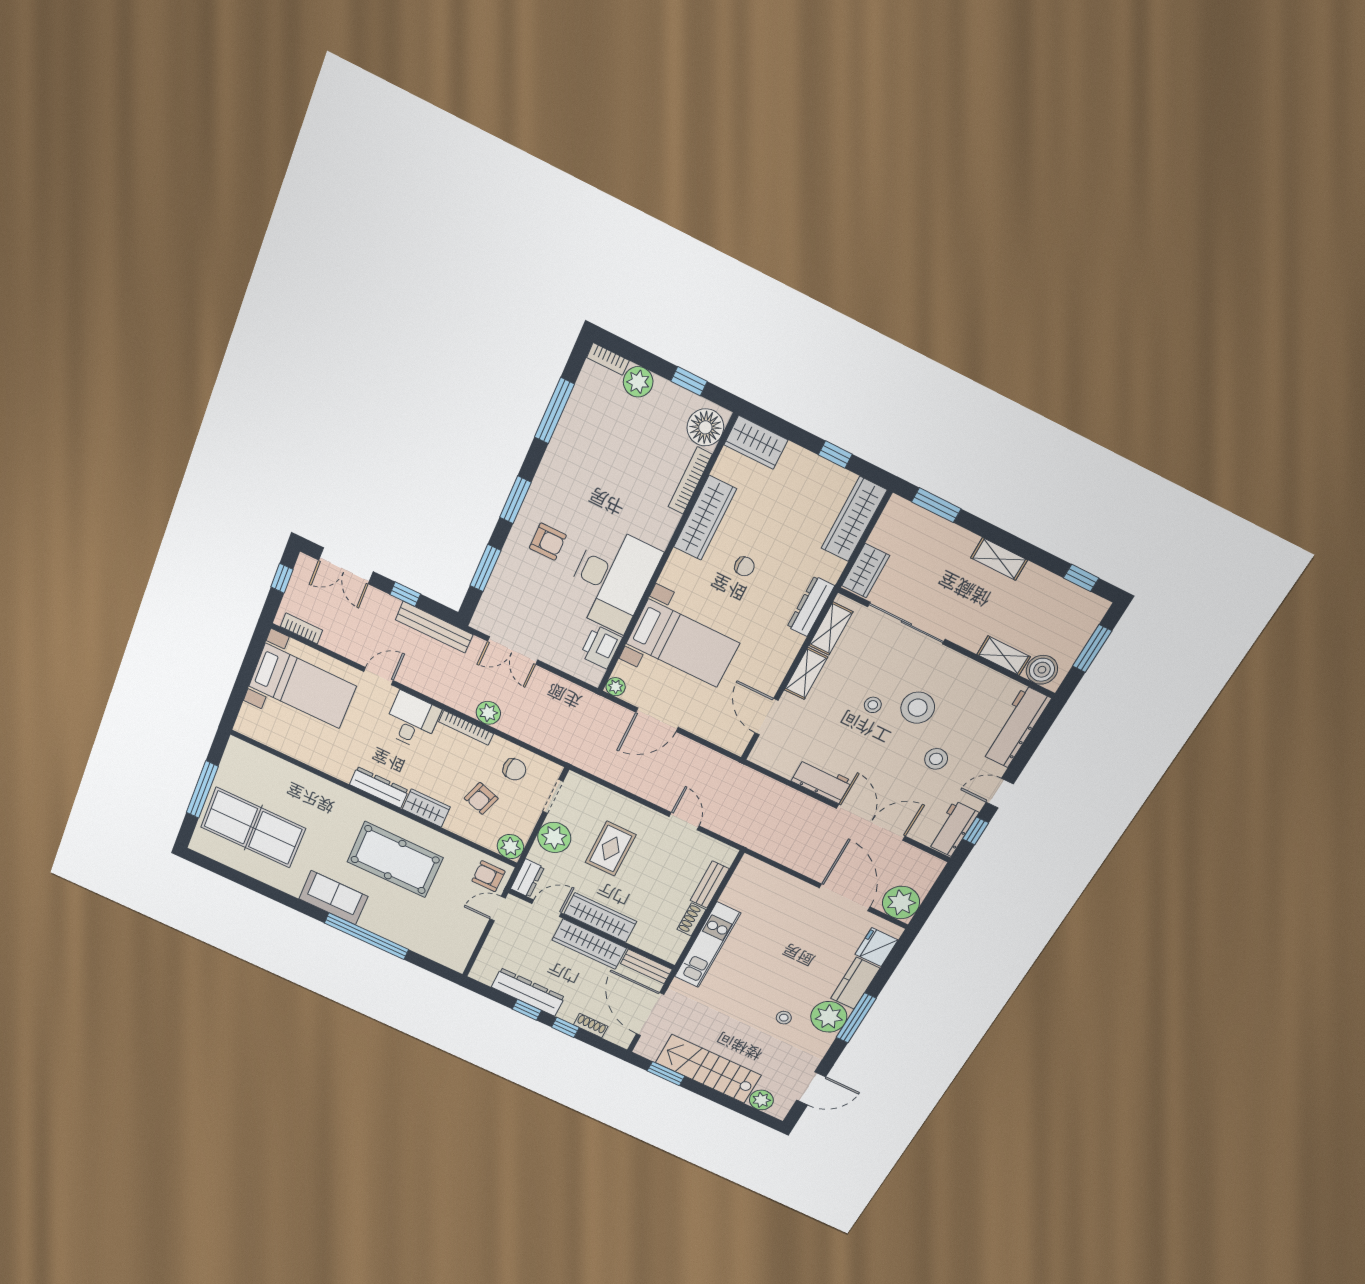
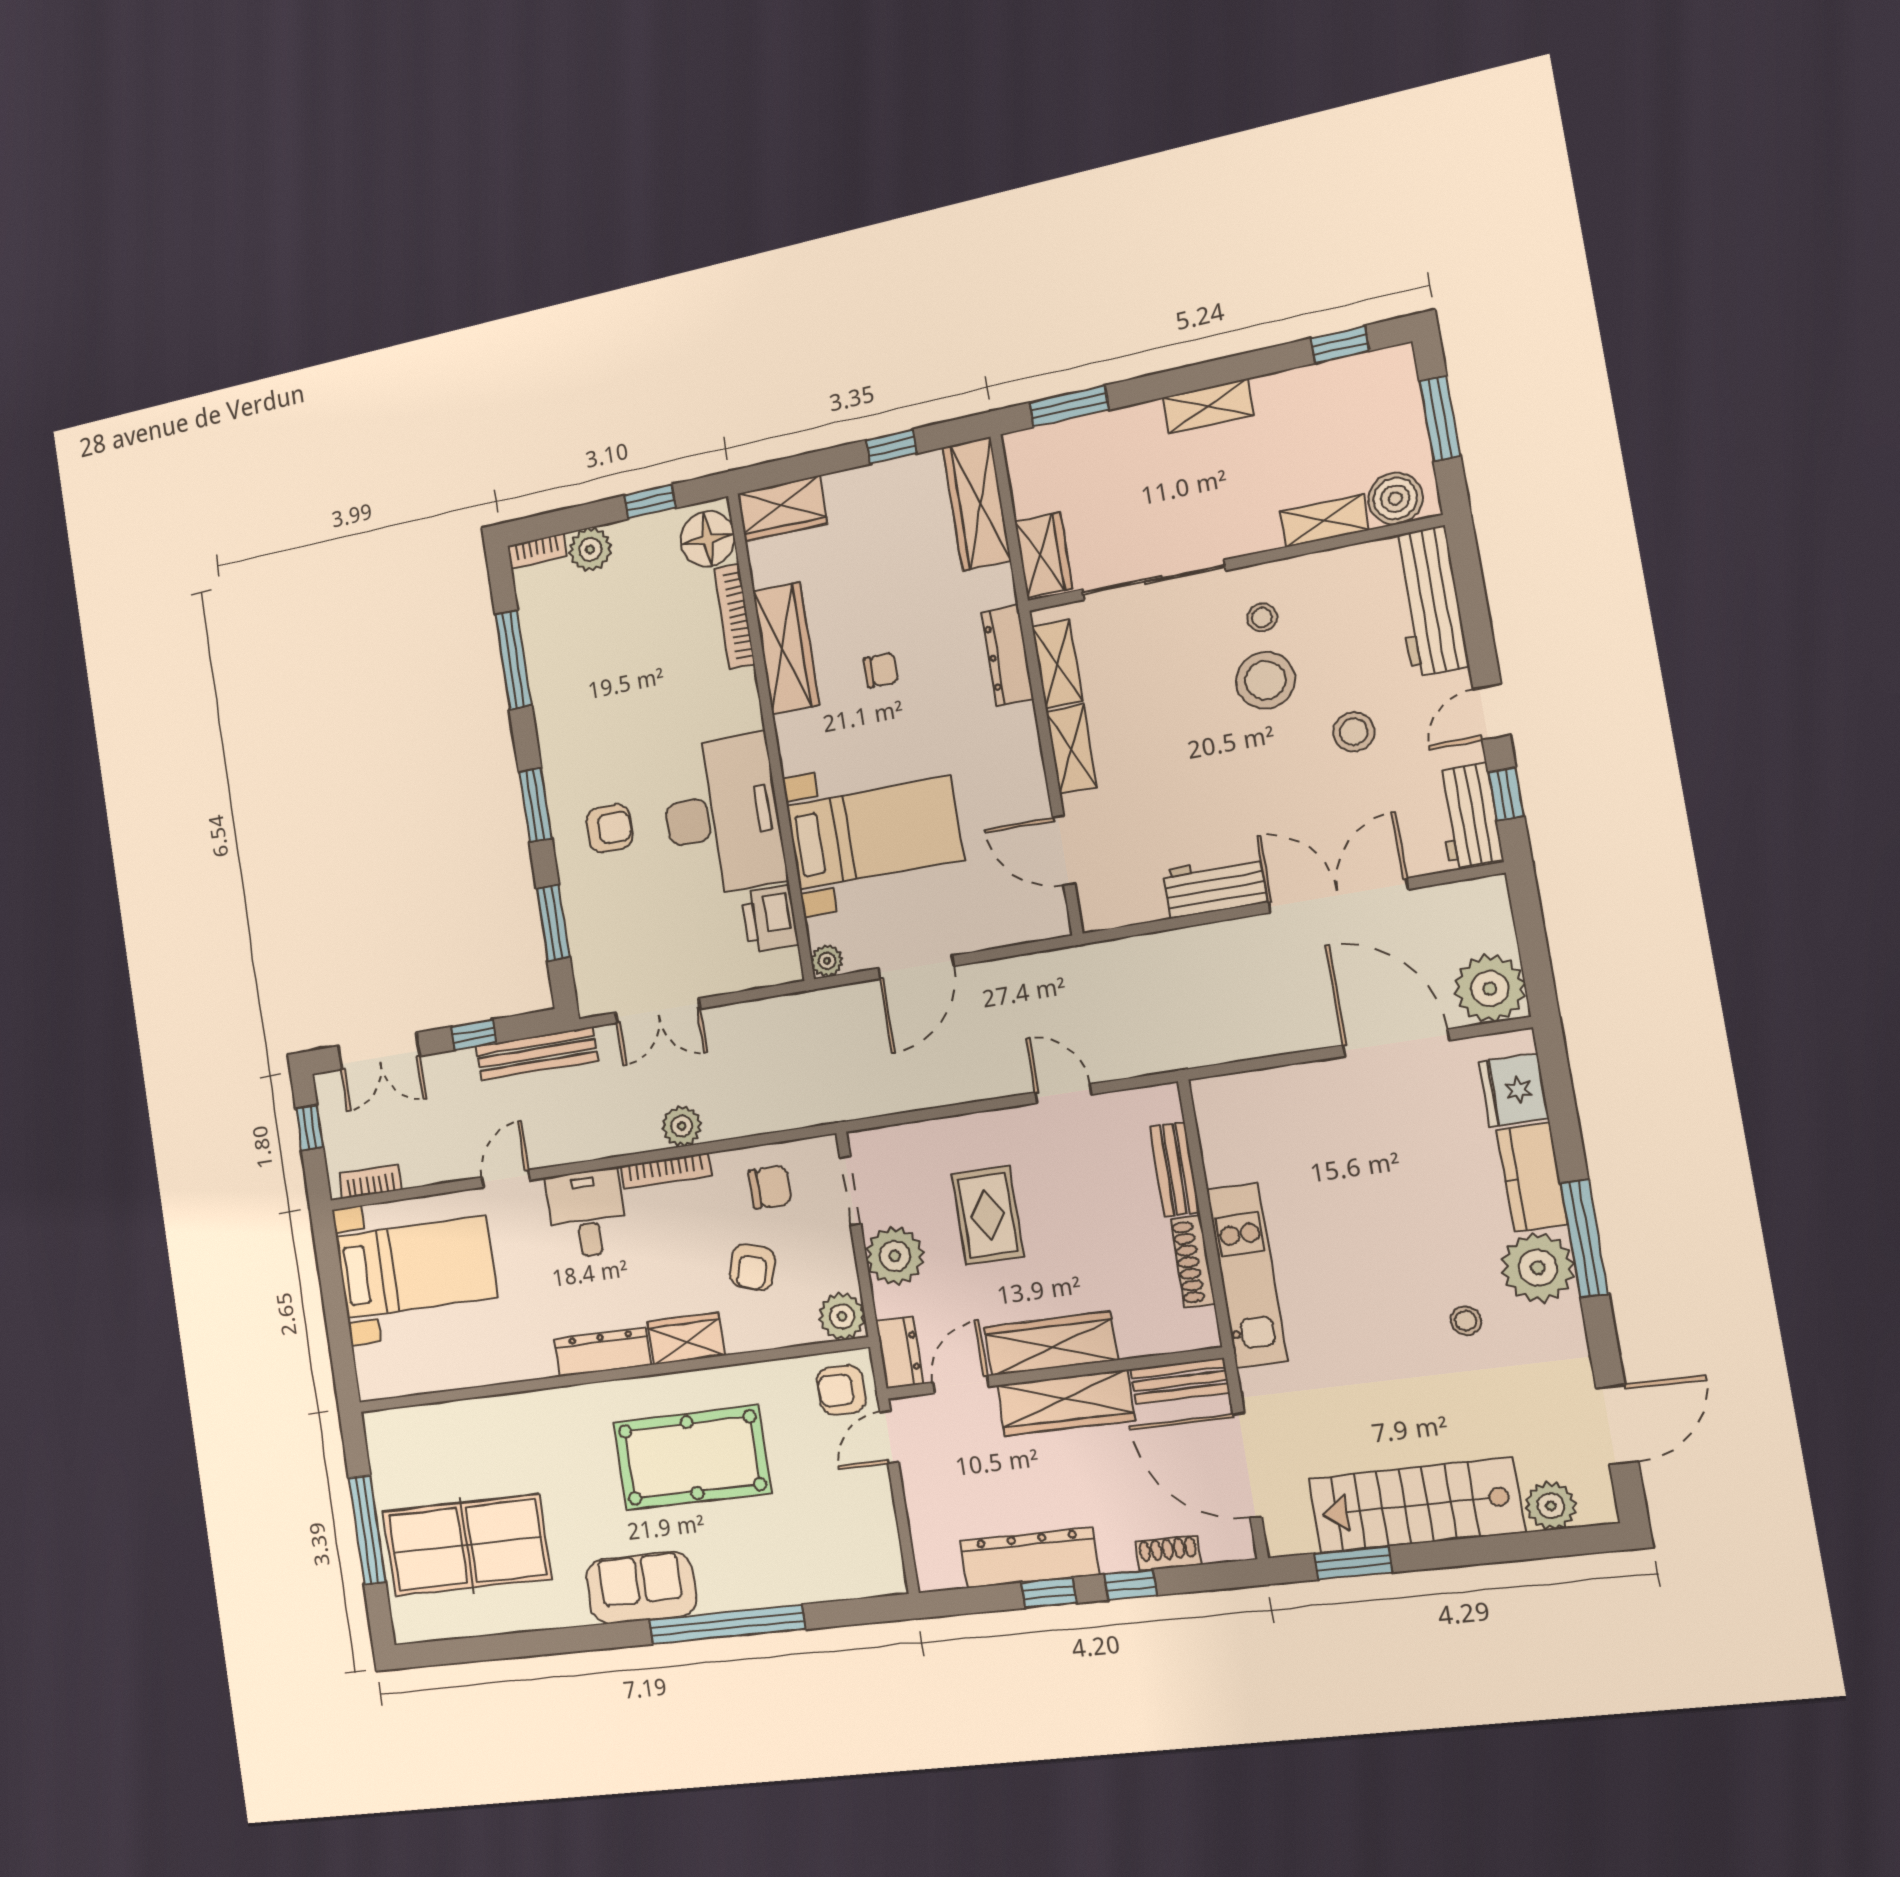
stool: (873, 705) -> (1262, 618), moved
shoe rack: (691, 919) -> (1192, 1262), width x1.43

